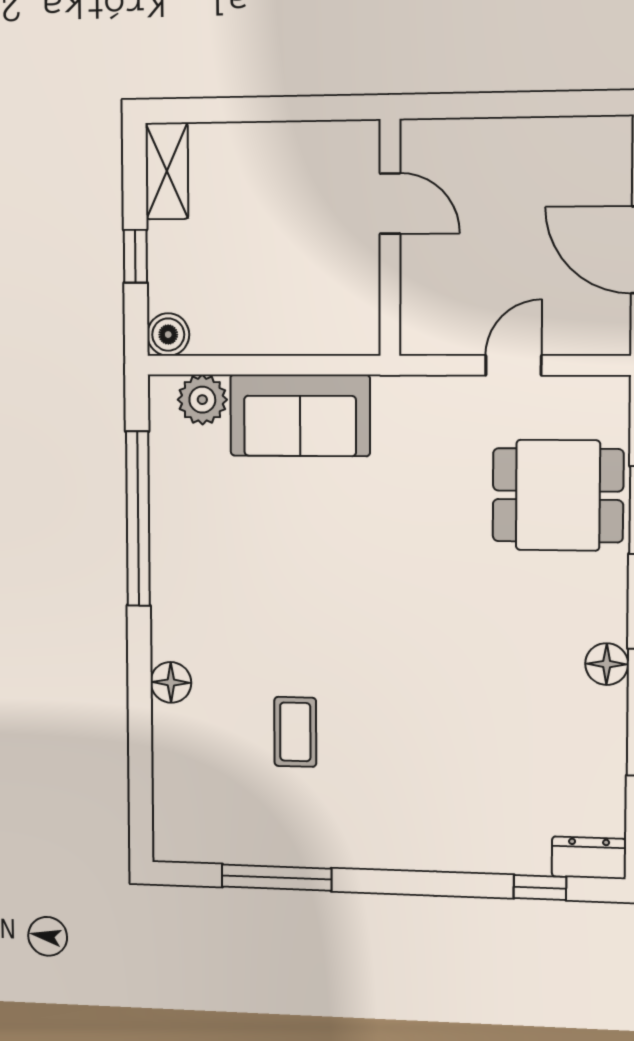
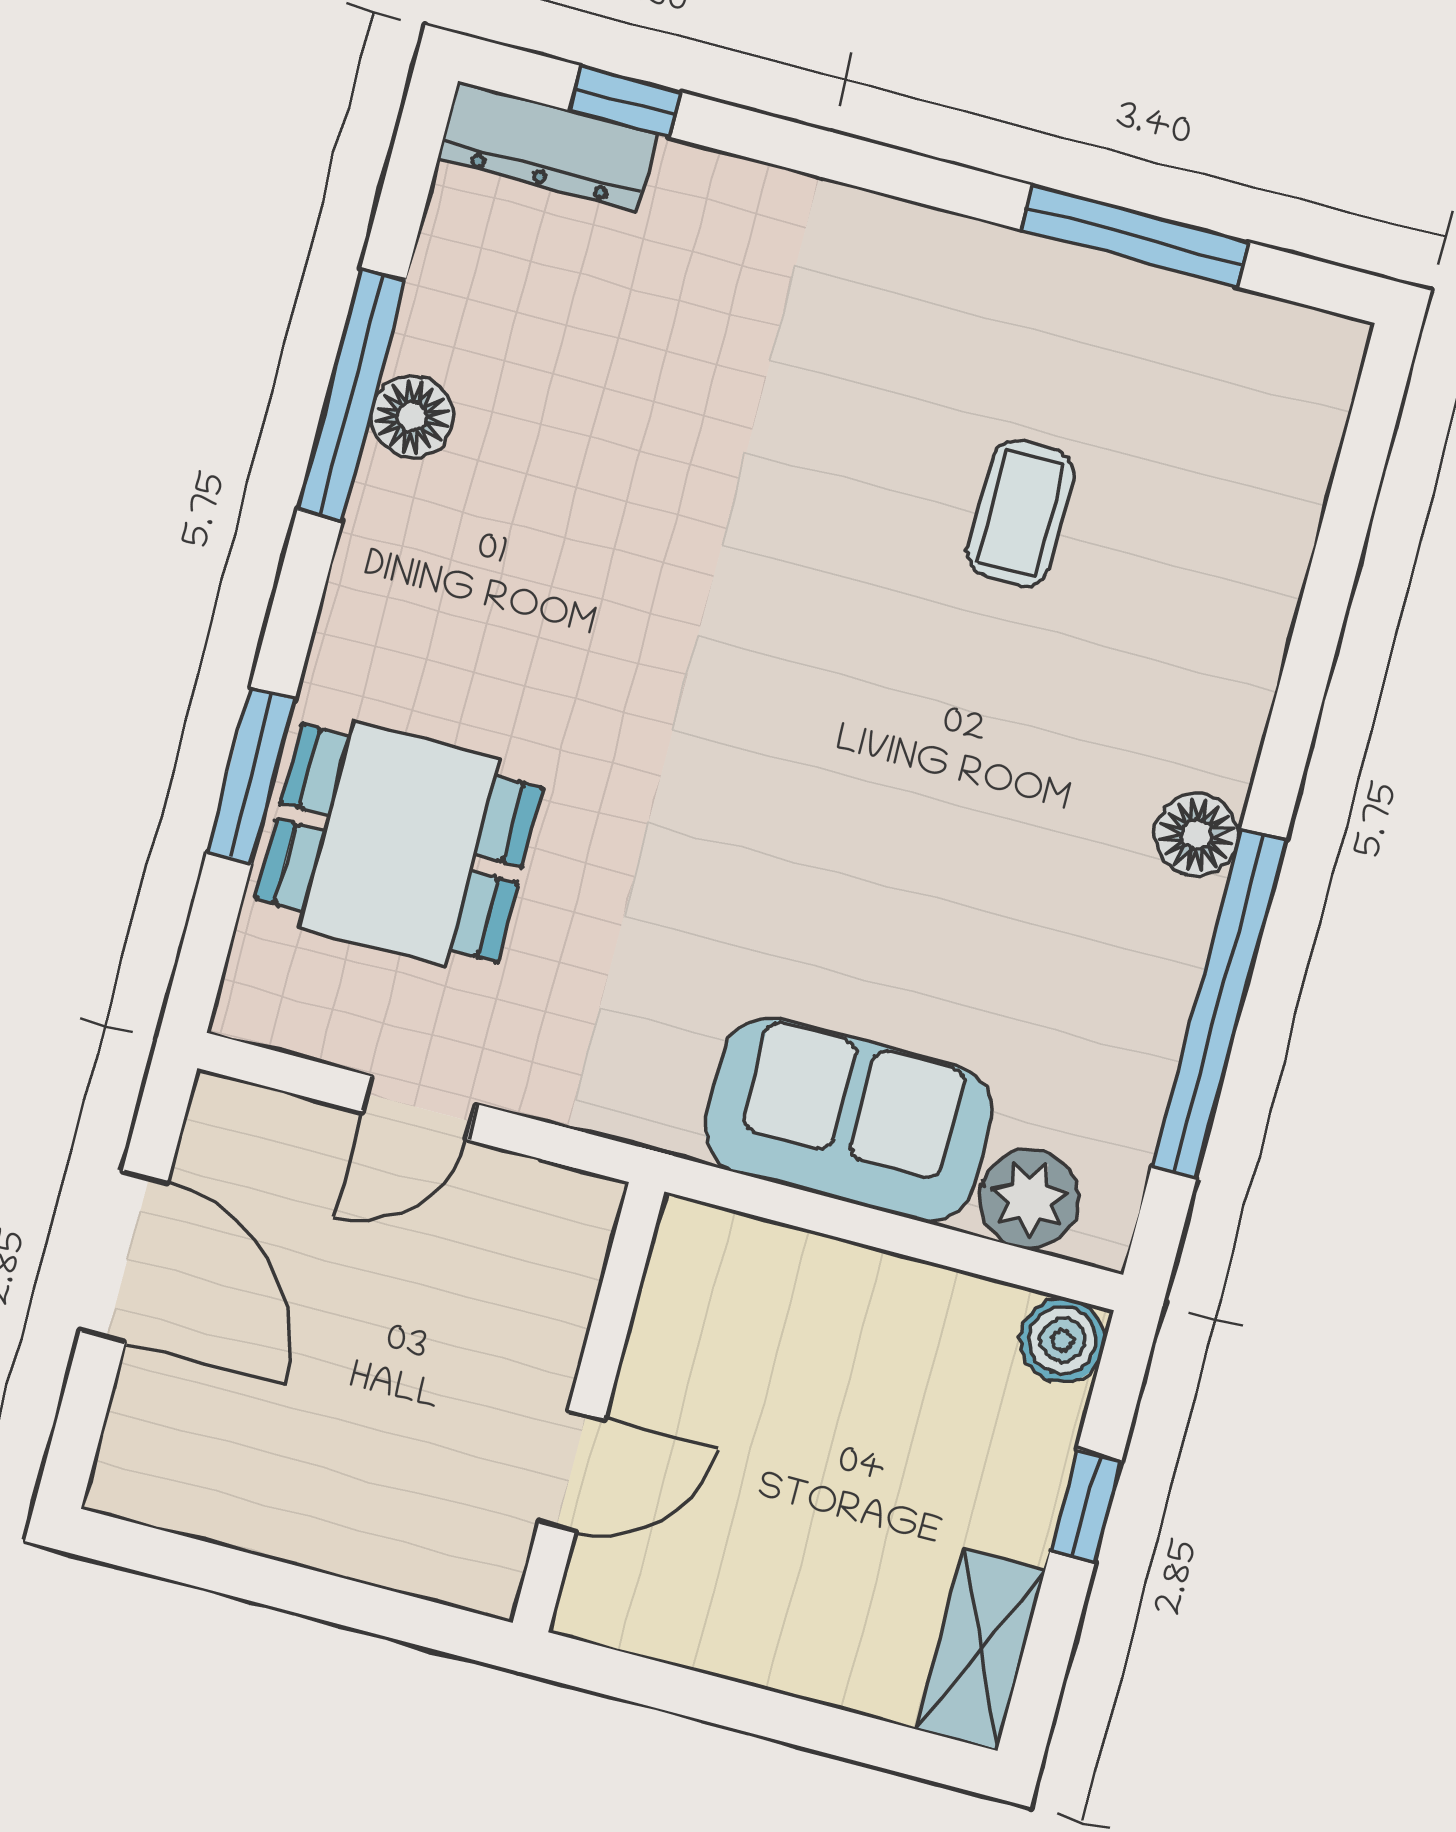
door: (390, 203) -> (572, 1471), swing flipped
floor lamp: (607, 664) -> (412, 417), moved
floor lamp: (171, 682) -> (1197, 835), moved
dresser: (589, 858) -> (548, 146), width x1.44

